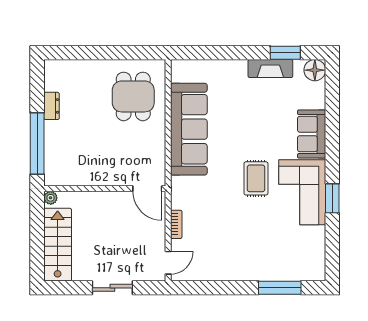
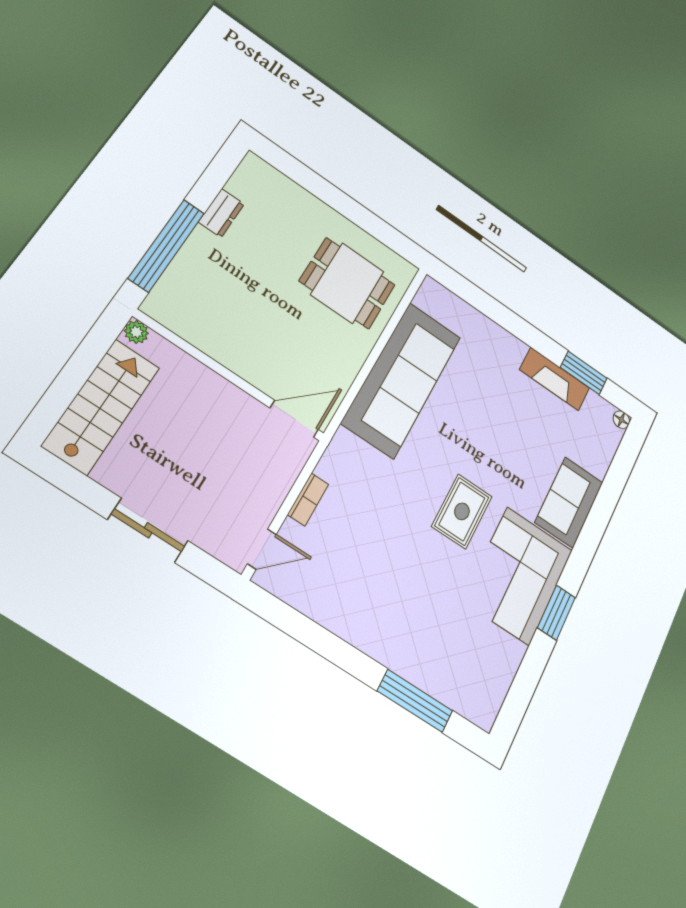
floor lamp: (315, 70) -> (621, 420), width x0.53, depth x0.53
dining table: (133, 96) -> (347, 283), turned 90
door: (147, 189) -> (294, 419), swing flipped

